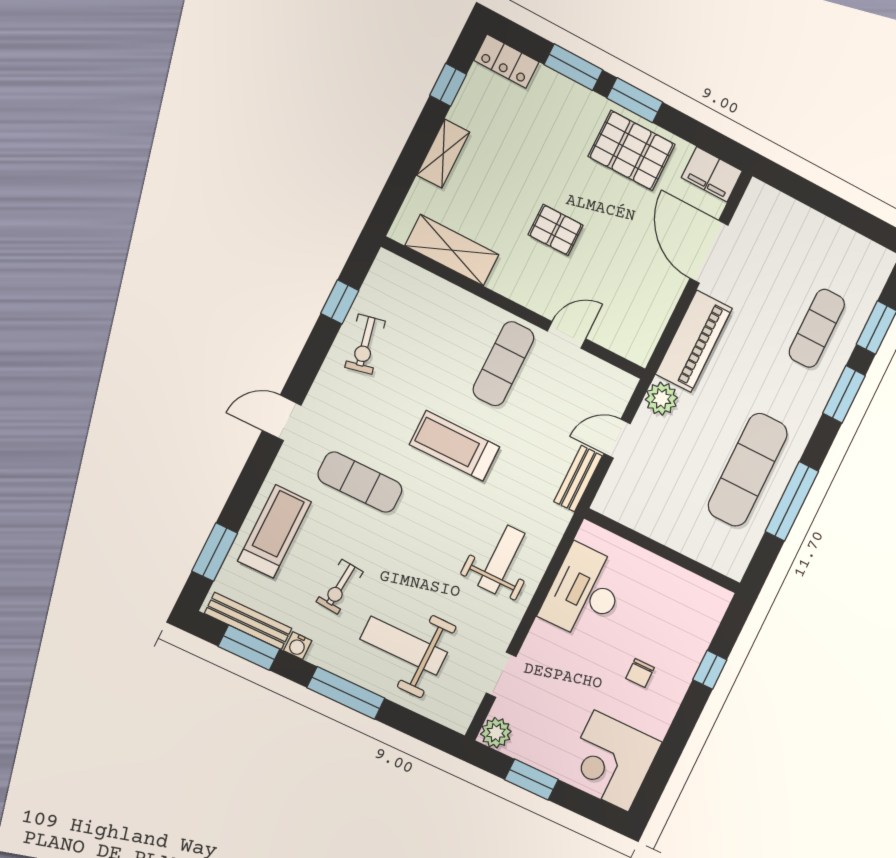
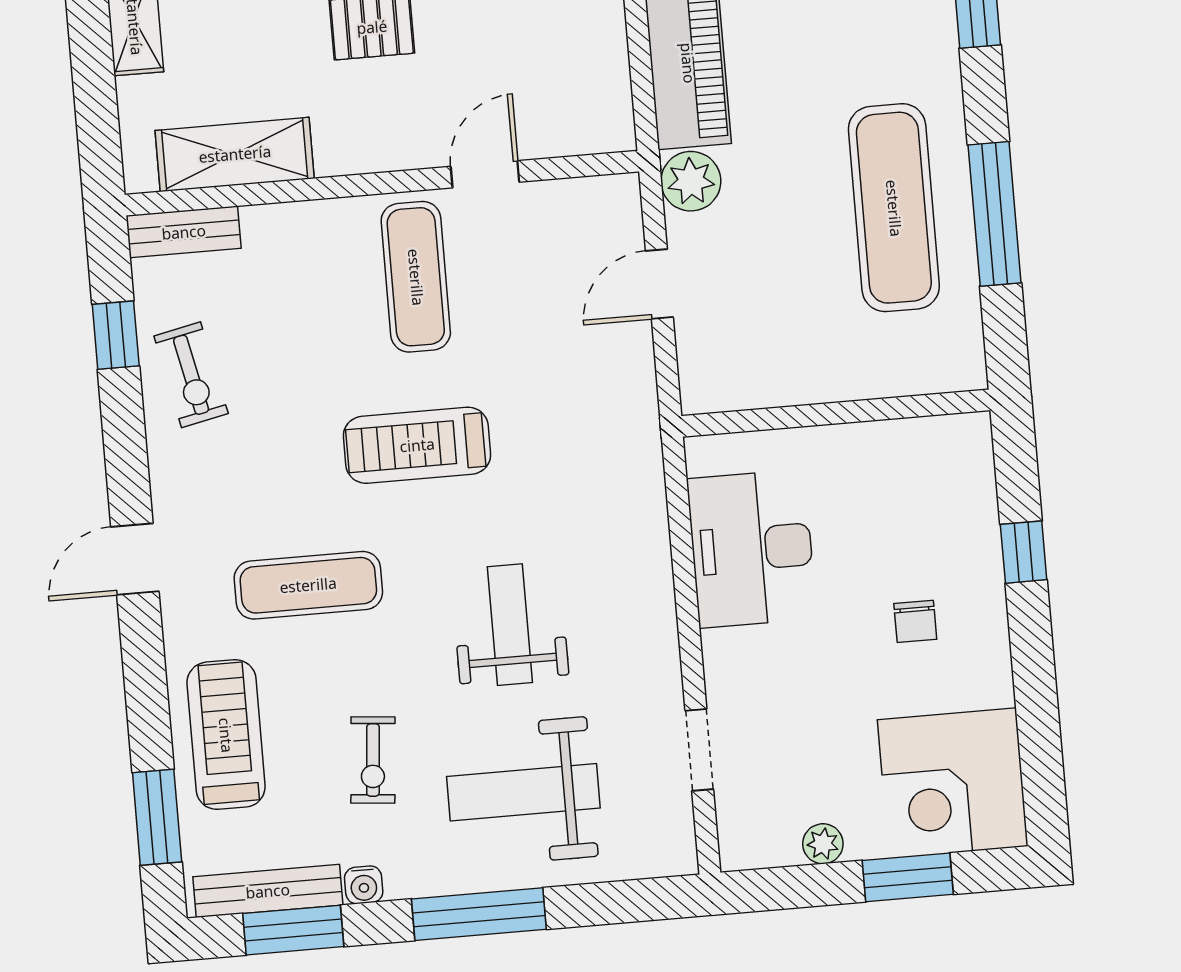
bench: (578, 479) -> (184, 232), moved, turned 90
weight bench: (501, 559) -> (510, 625), moved
plant: (496, 733) -> (823, 844), moved, width x0.73, depth x0.73
window: (531, 779) -> (908, 877), moved

